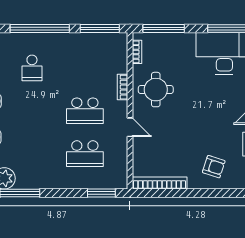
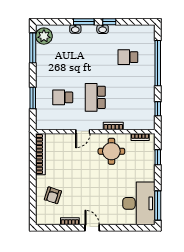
window: (100, 29) -> (158, 109), width x0.46
window: (164, 29) -> (158, 157), width x0.46
school desk: (85, 154) -> (63, 97), width x0.54
window: (101, 193) -> (33, 98), moved

